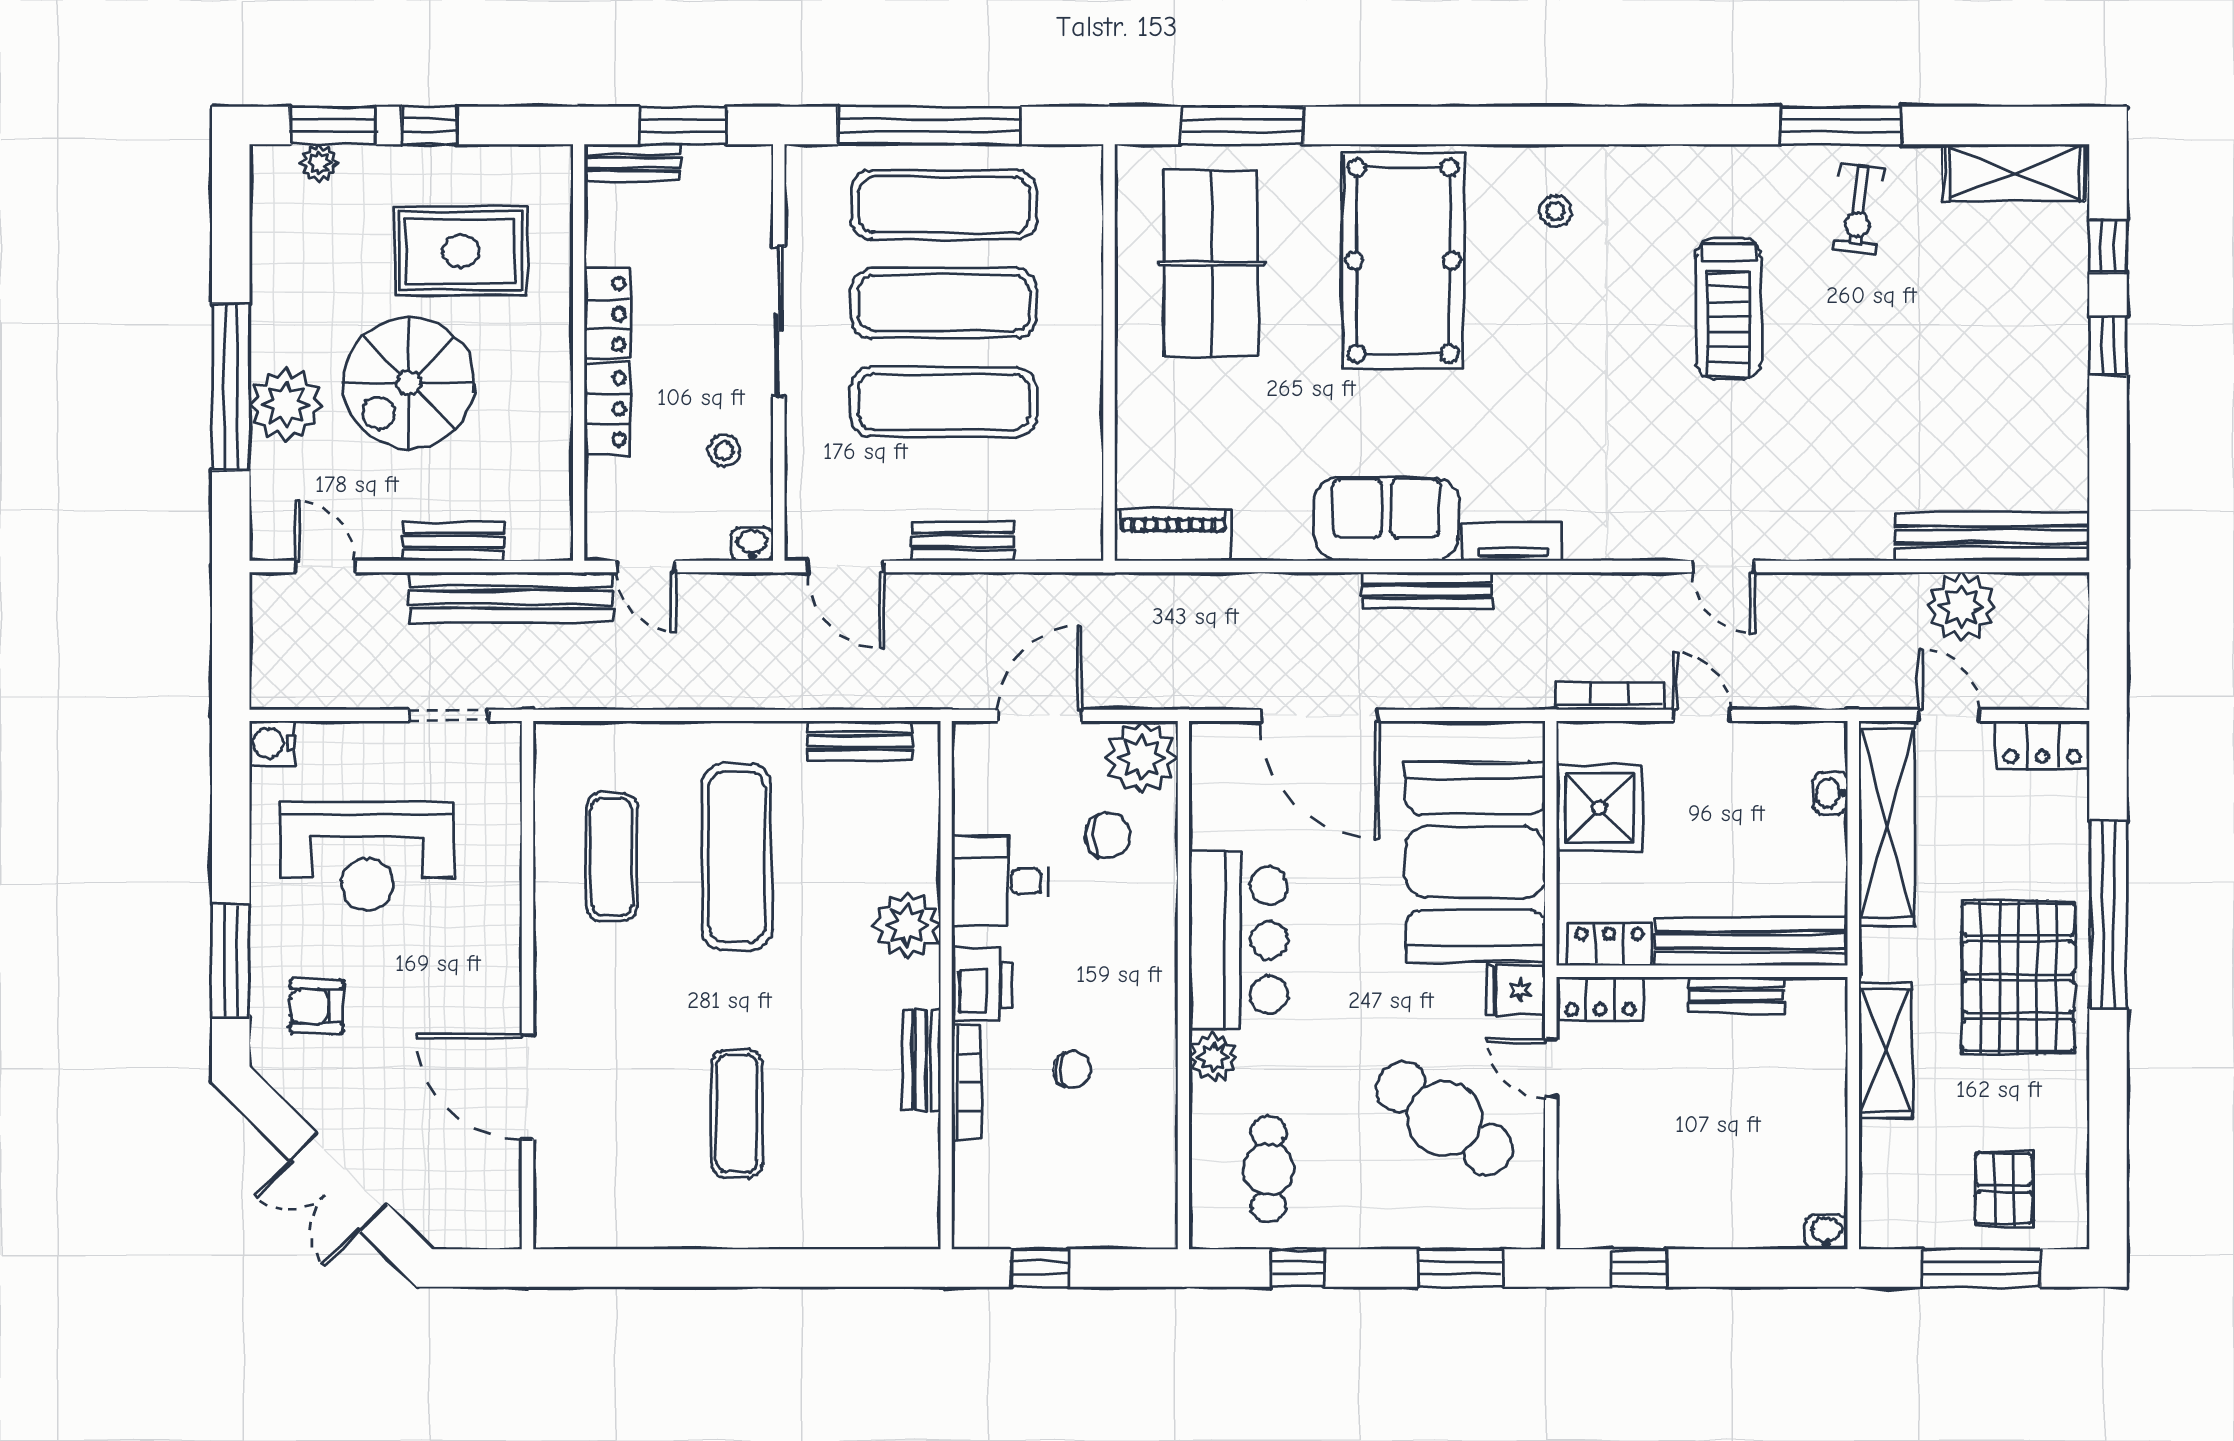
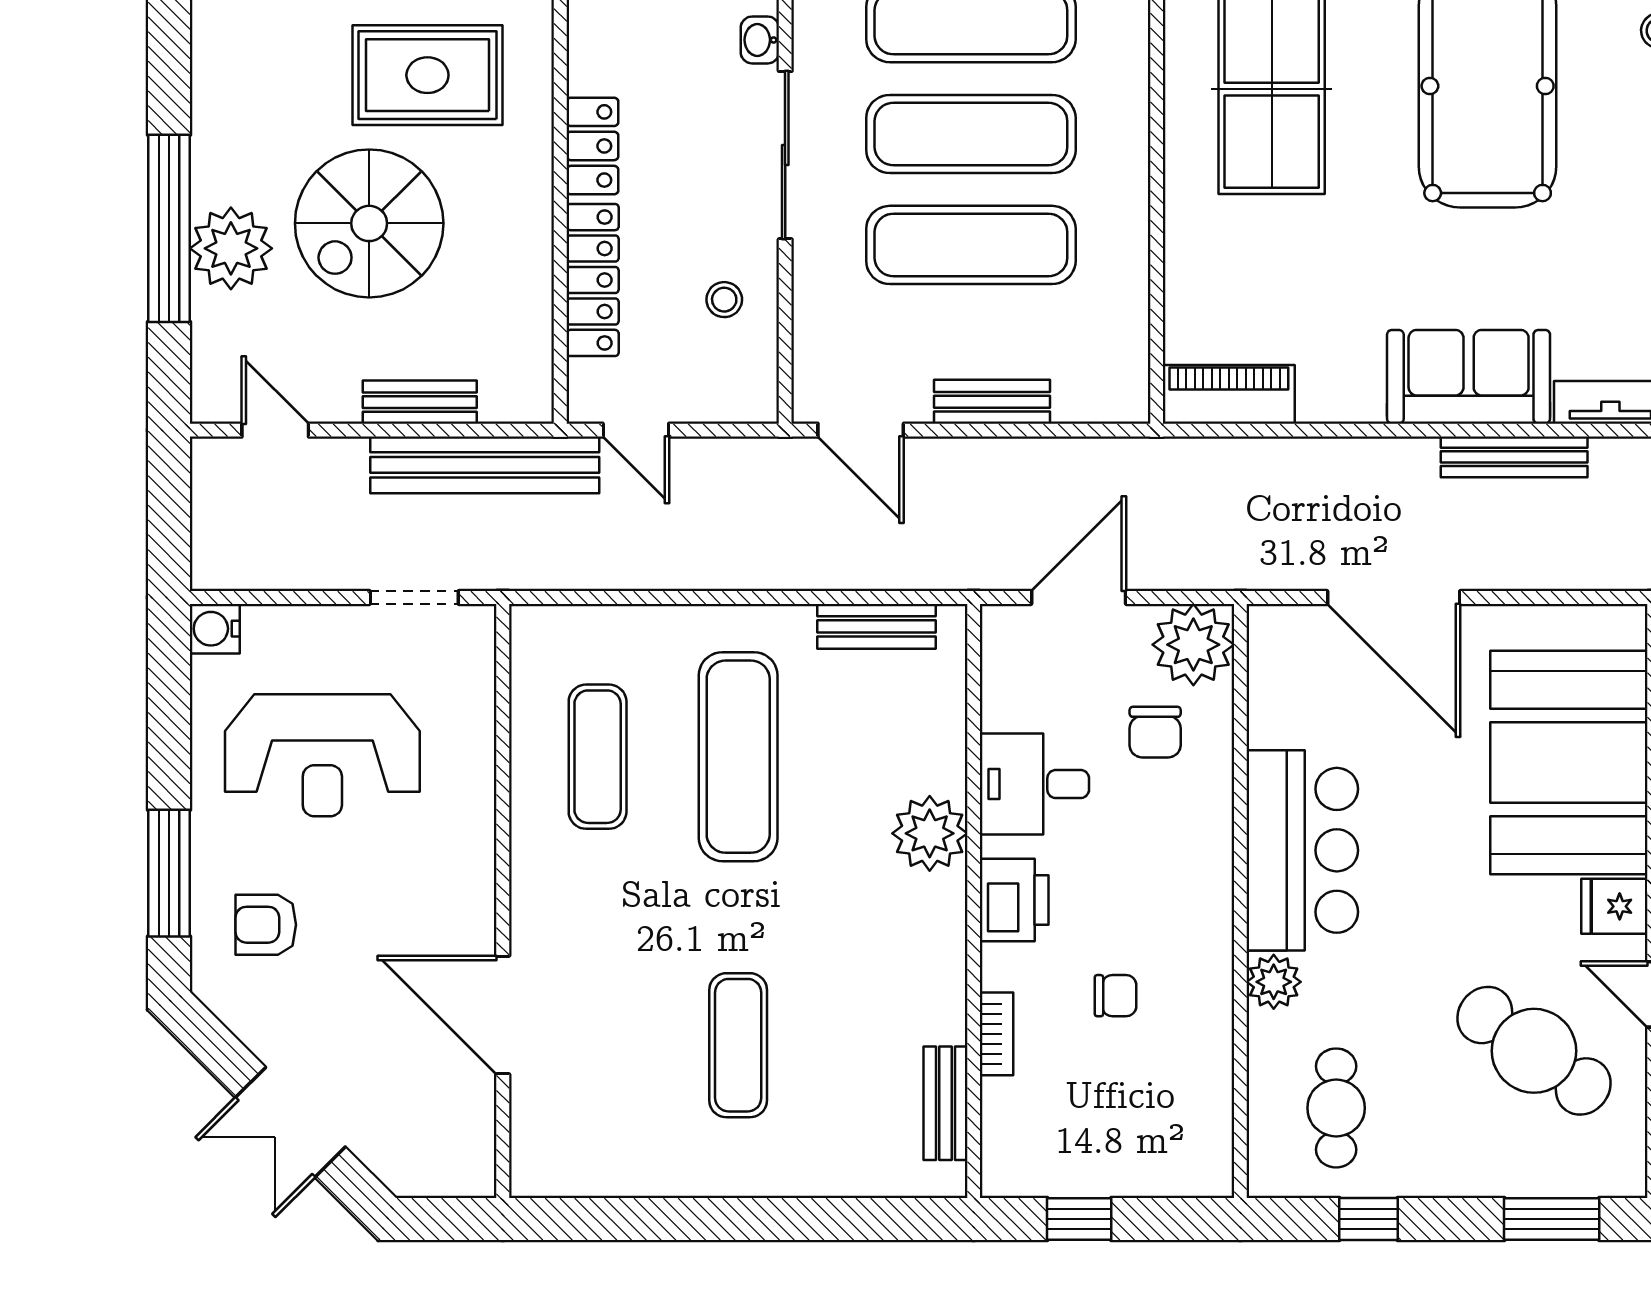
locker: (607, 409) -> (593, 280), width x1.53
washbasin: (752, 544) -> (760, 40), moved, turned -90
chair: (1108, 835) -> (1155, 732), turned 90
bench: (921, 1060) -> (946, 1103), moved
bookcase: (966, 1083) -> (996, 1034), width x0.64

